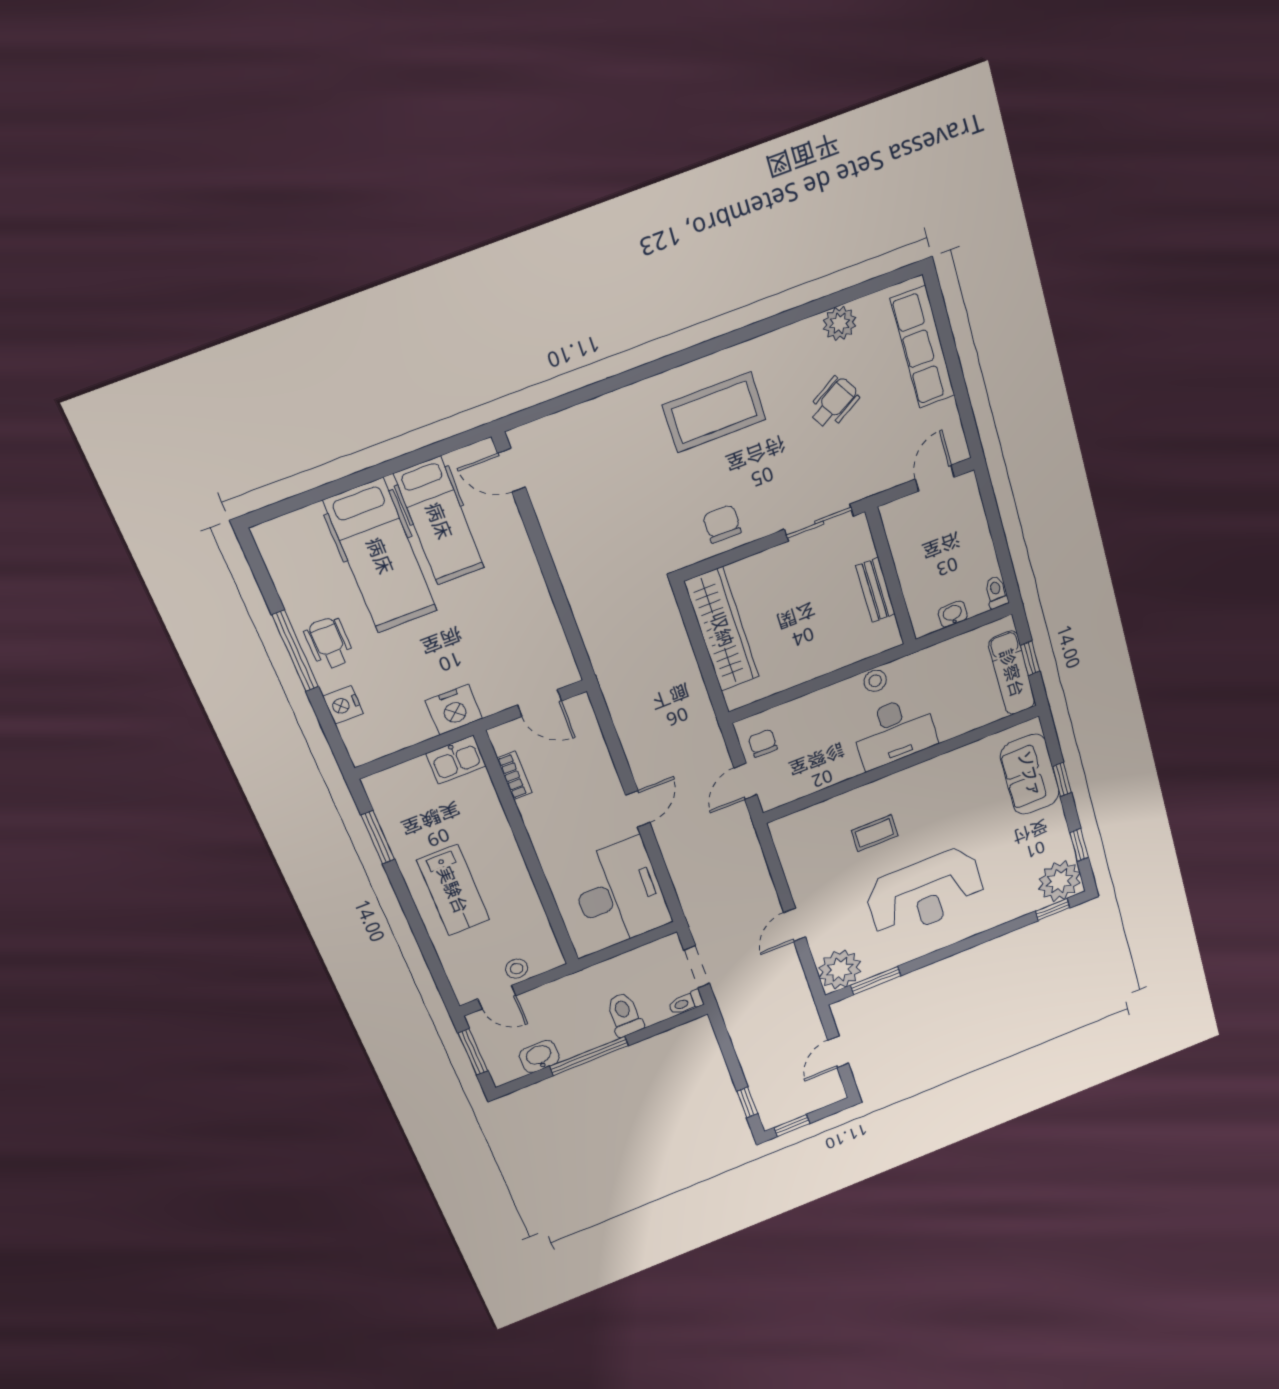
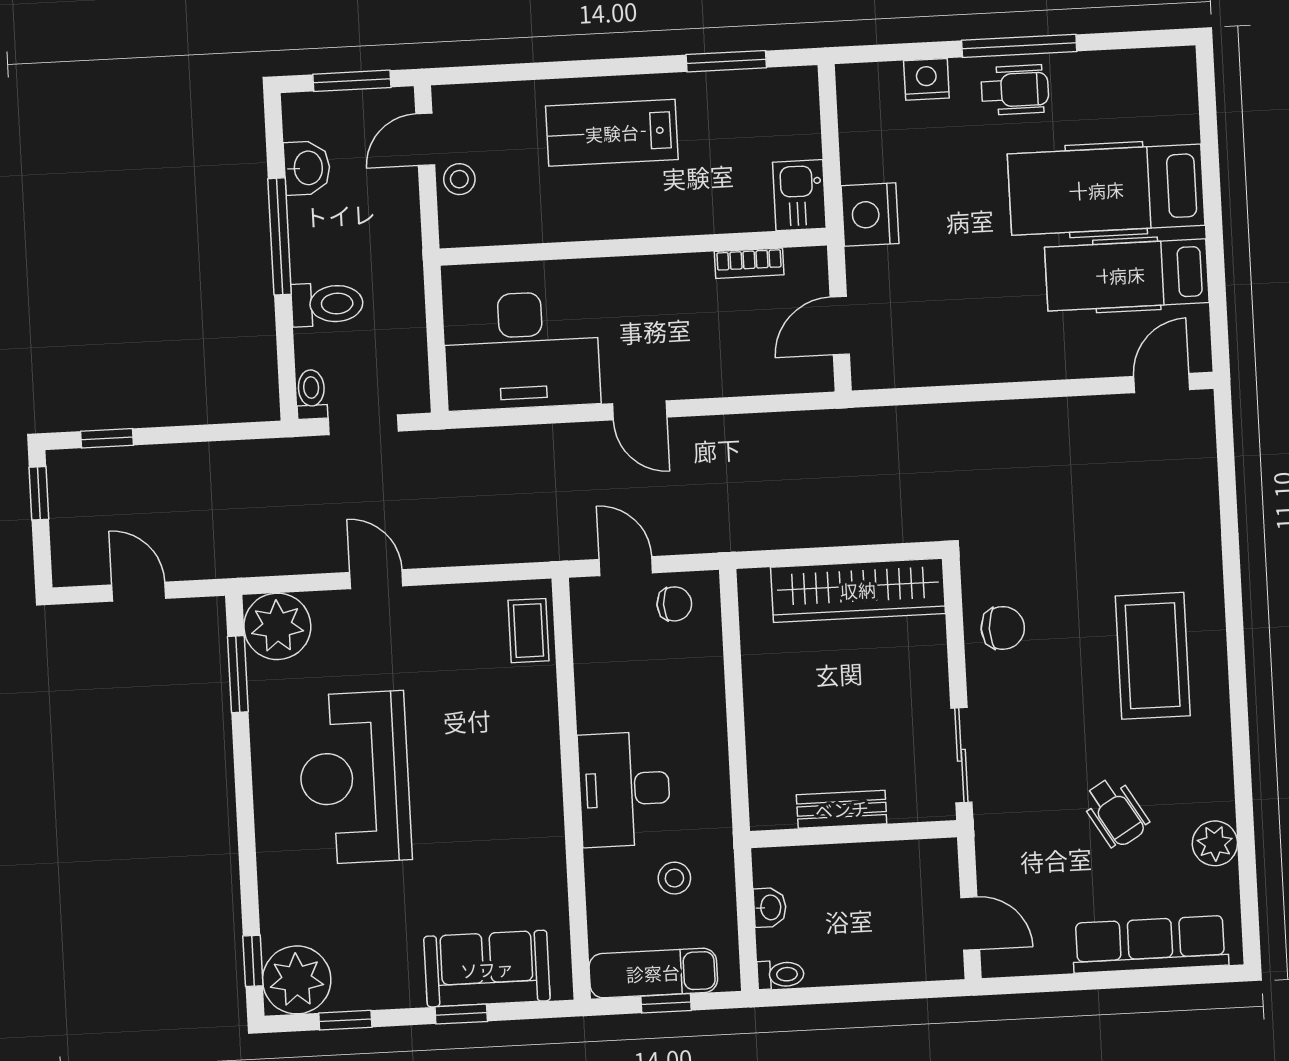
stool: (875, 681) -> (674, 878), moved
coffee table: (875, 833) -> (529, 631), moved

